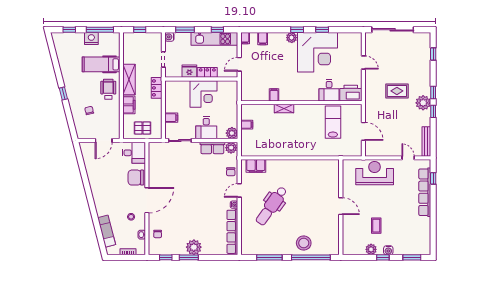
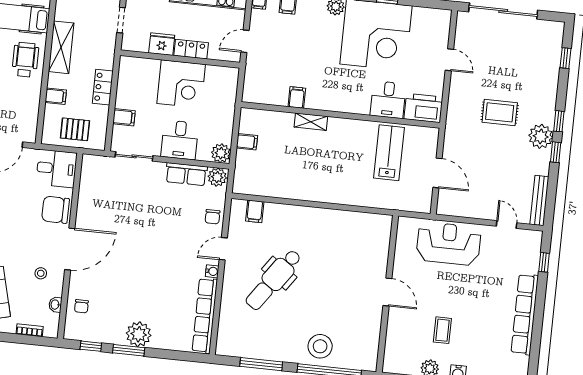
locker: (157, 88) -> (103, 87), moved
filing cabinet: (129, 105) -> (56, 96), width x0.50
filing cabinet: (256, 166) -> (255, 211), width x0.50
row of seats: (425, 192) -> (525, 314), moved

